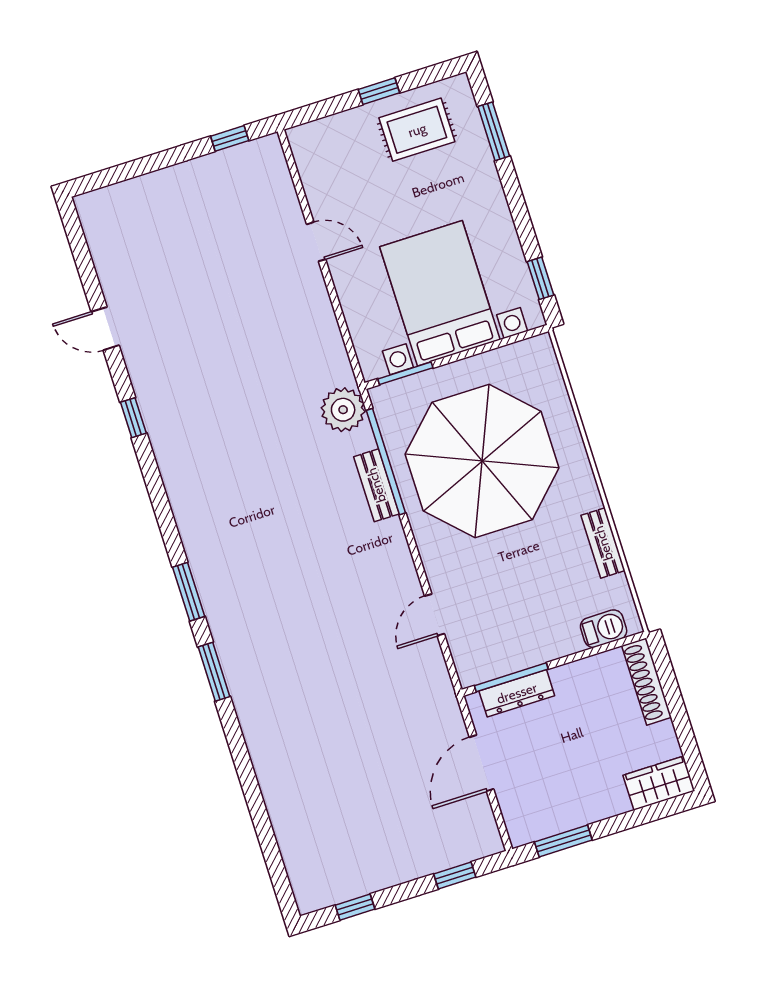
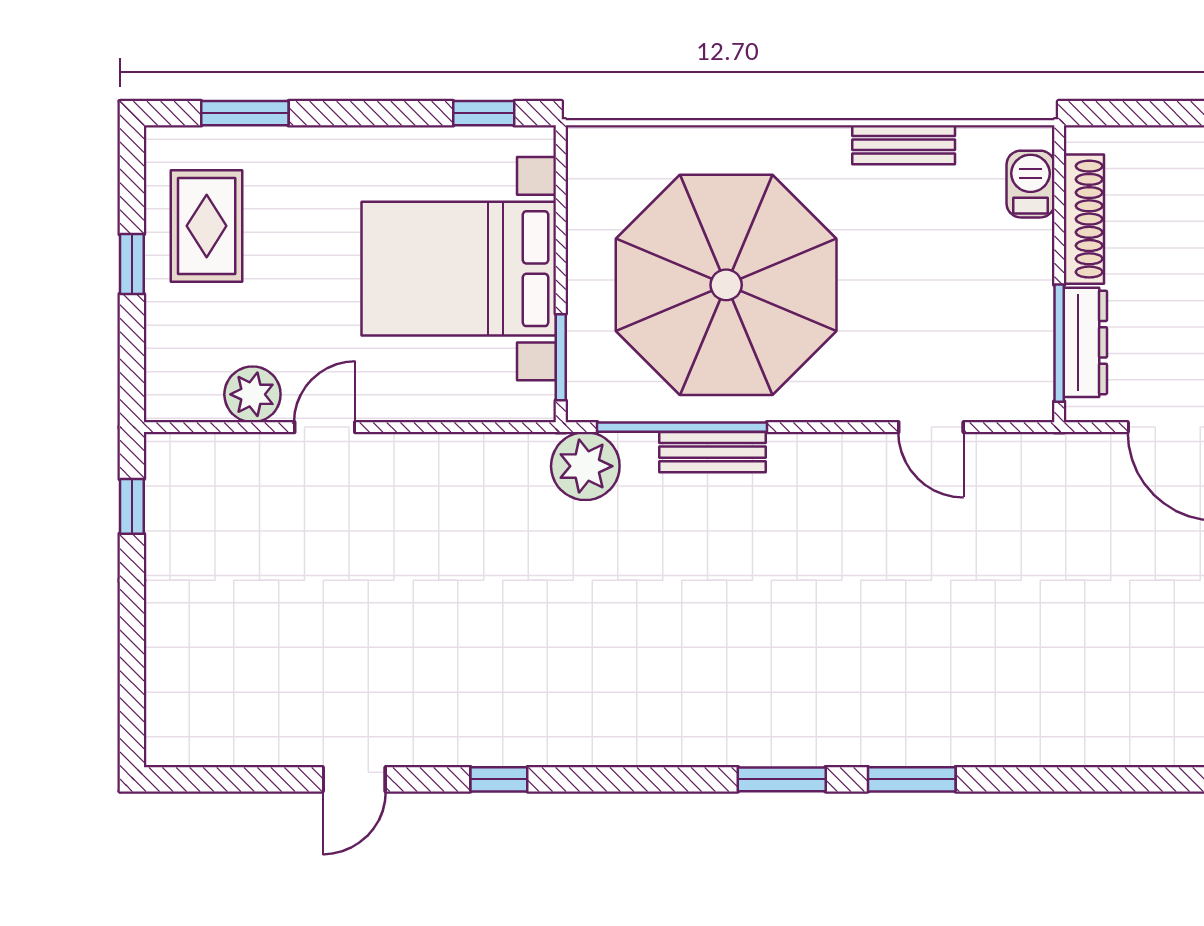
plant: (322, 191) -> (252, 394), added
shoe rack: (647, 682) -> (1084, 219), moved, turned -90

